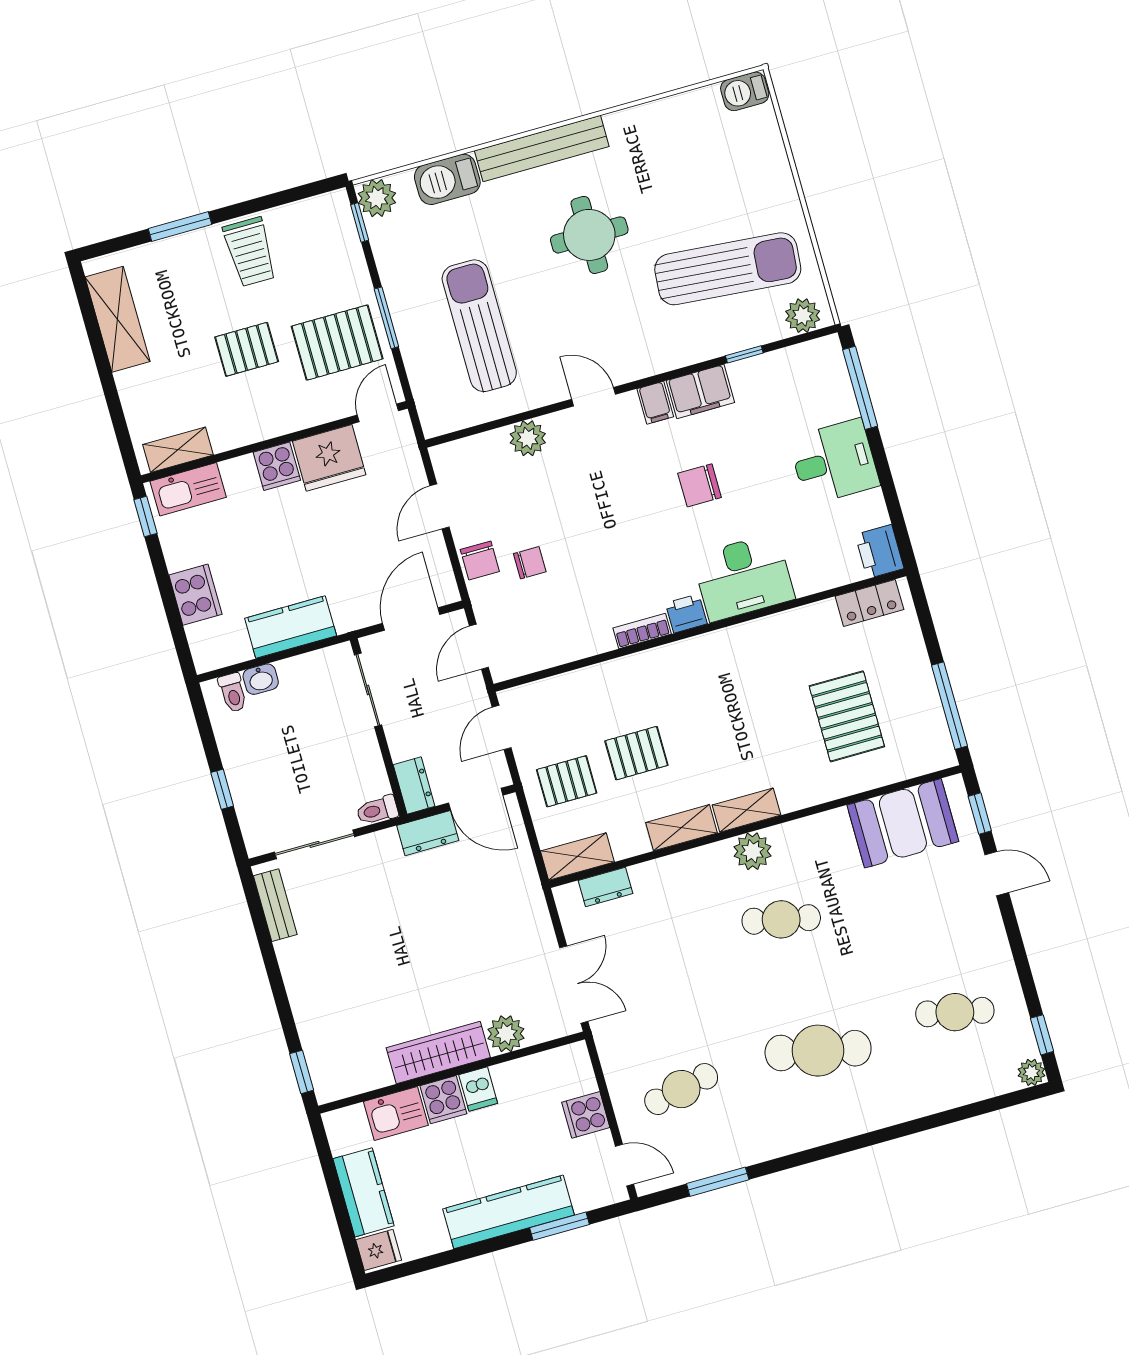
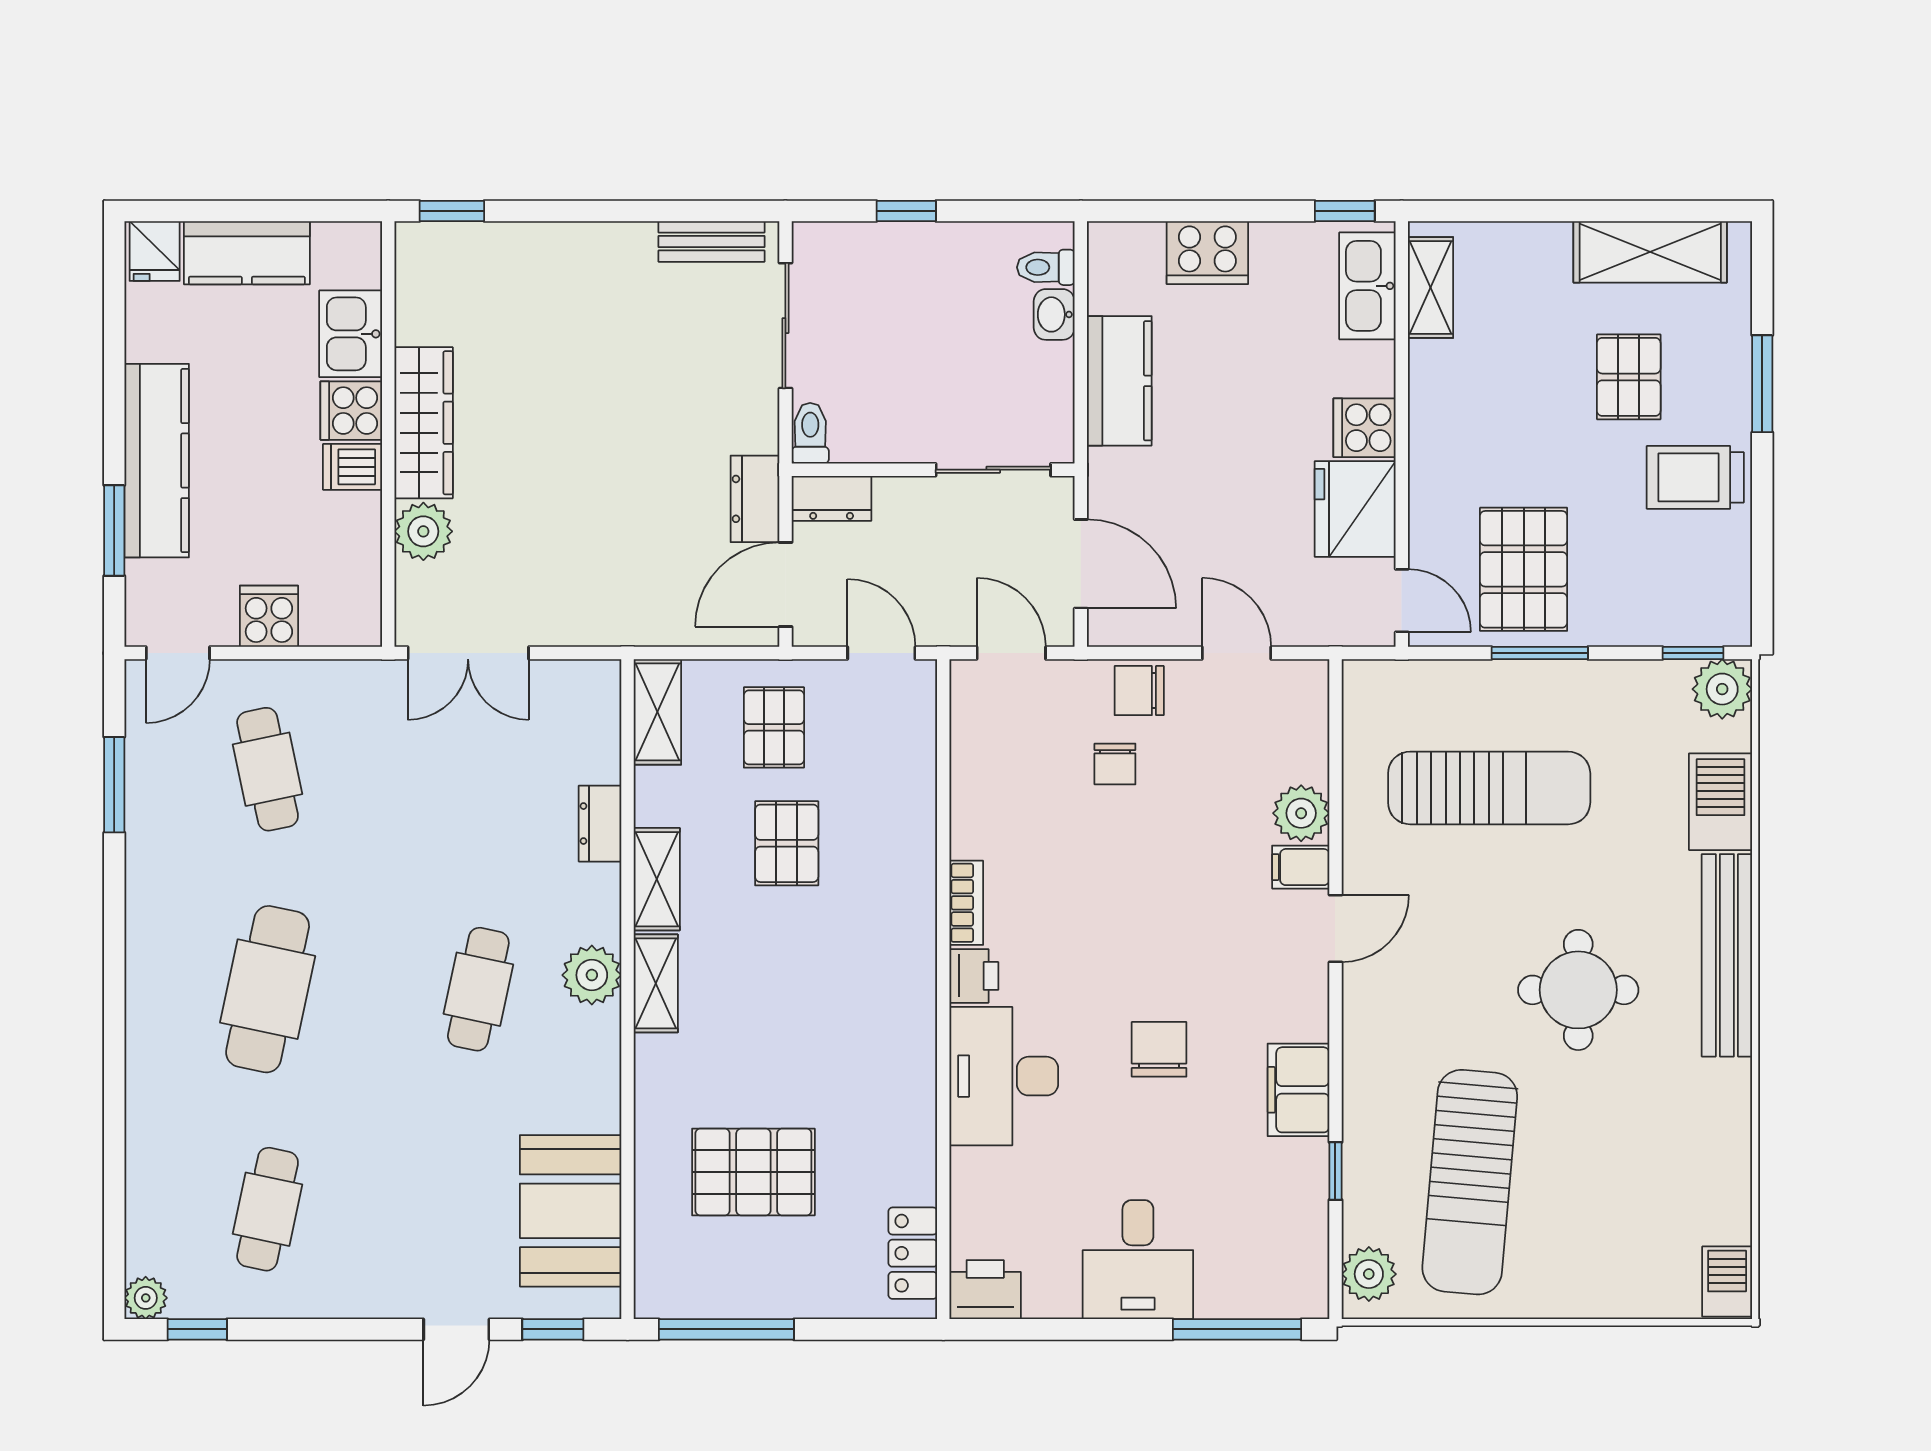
pallet: (247, 349) -> (1629, 377), moved
filing cabinet: (655, 403) -> (1301, 867), moved
dresser: (605, 887) -> (600, 824), moved

